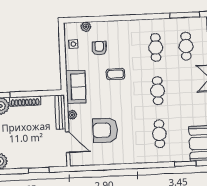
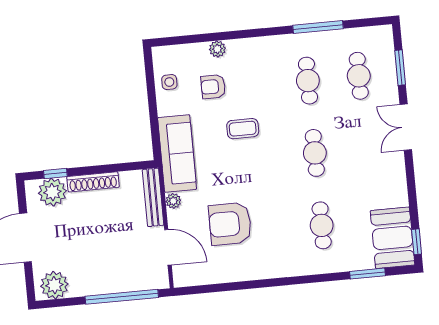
window: (185, 15) -> (318, 27), moved
plant: (86, 27) -> (217, 49), moved
armchair: (99, 48) -> (213, 87), turned -90
sofa: (76, 87) -> (177, 153), width x1.36
window: (39, 170) -> (122, 297), width x2.11

